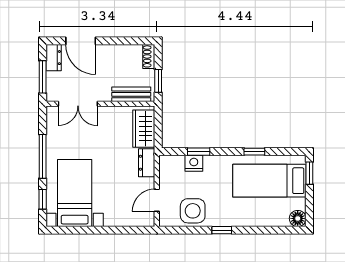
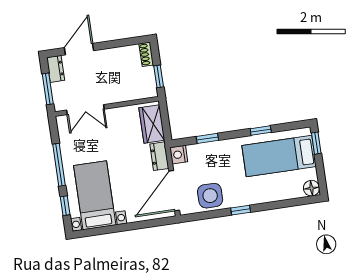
door: (81, 41) -> (79, 49), swing flipped
bench: (131, 94) -> (135, 93), removed
nightstand: (194, 163) -> (179, 155), moved, turned -90
door: (157, 200) -> (174, 191), width x1.88

